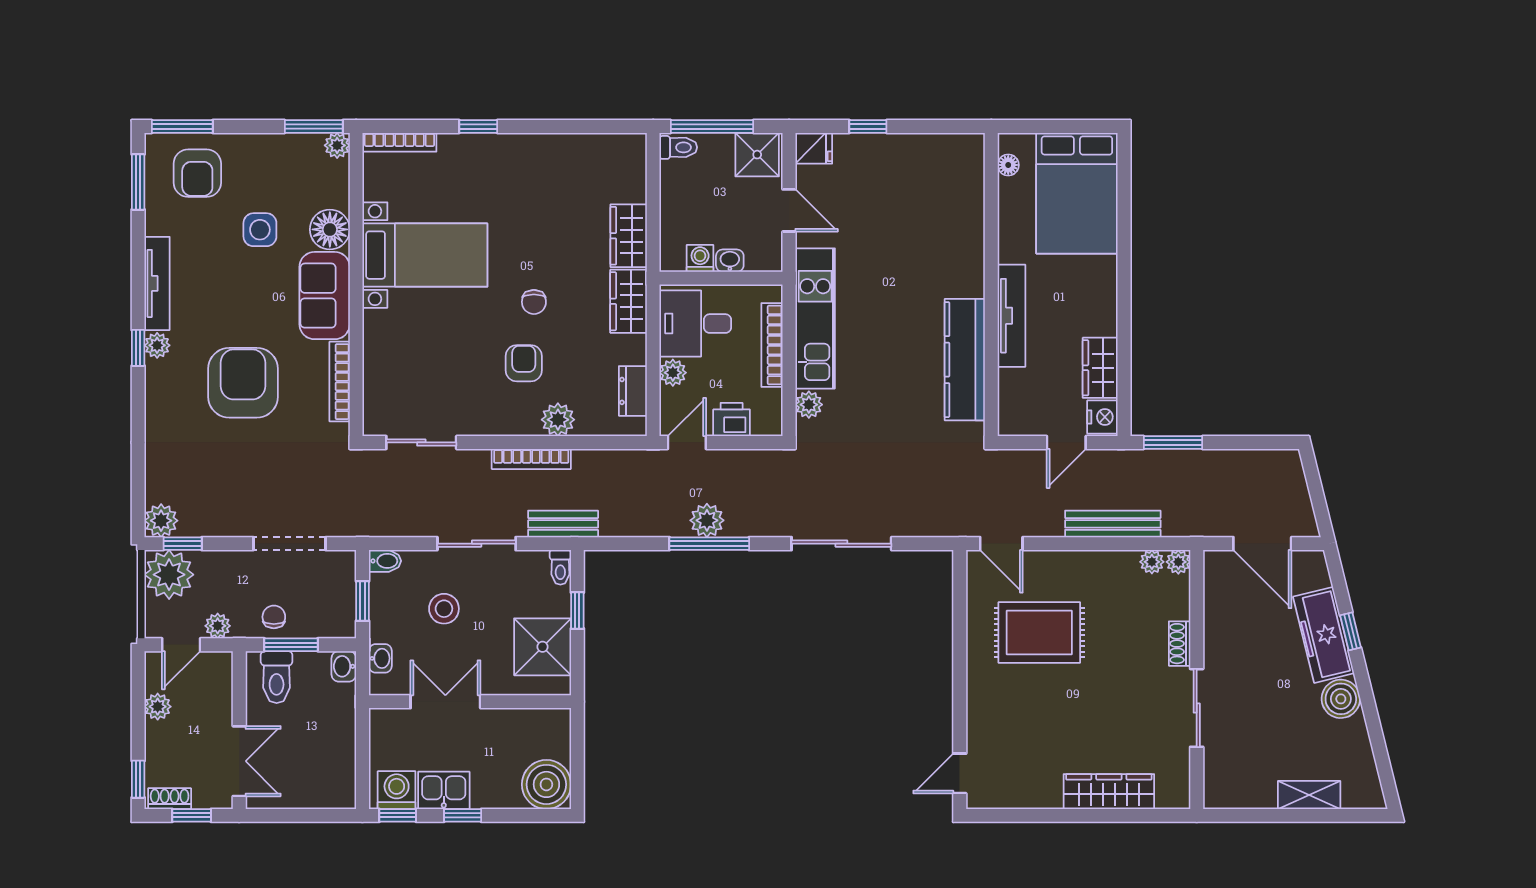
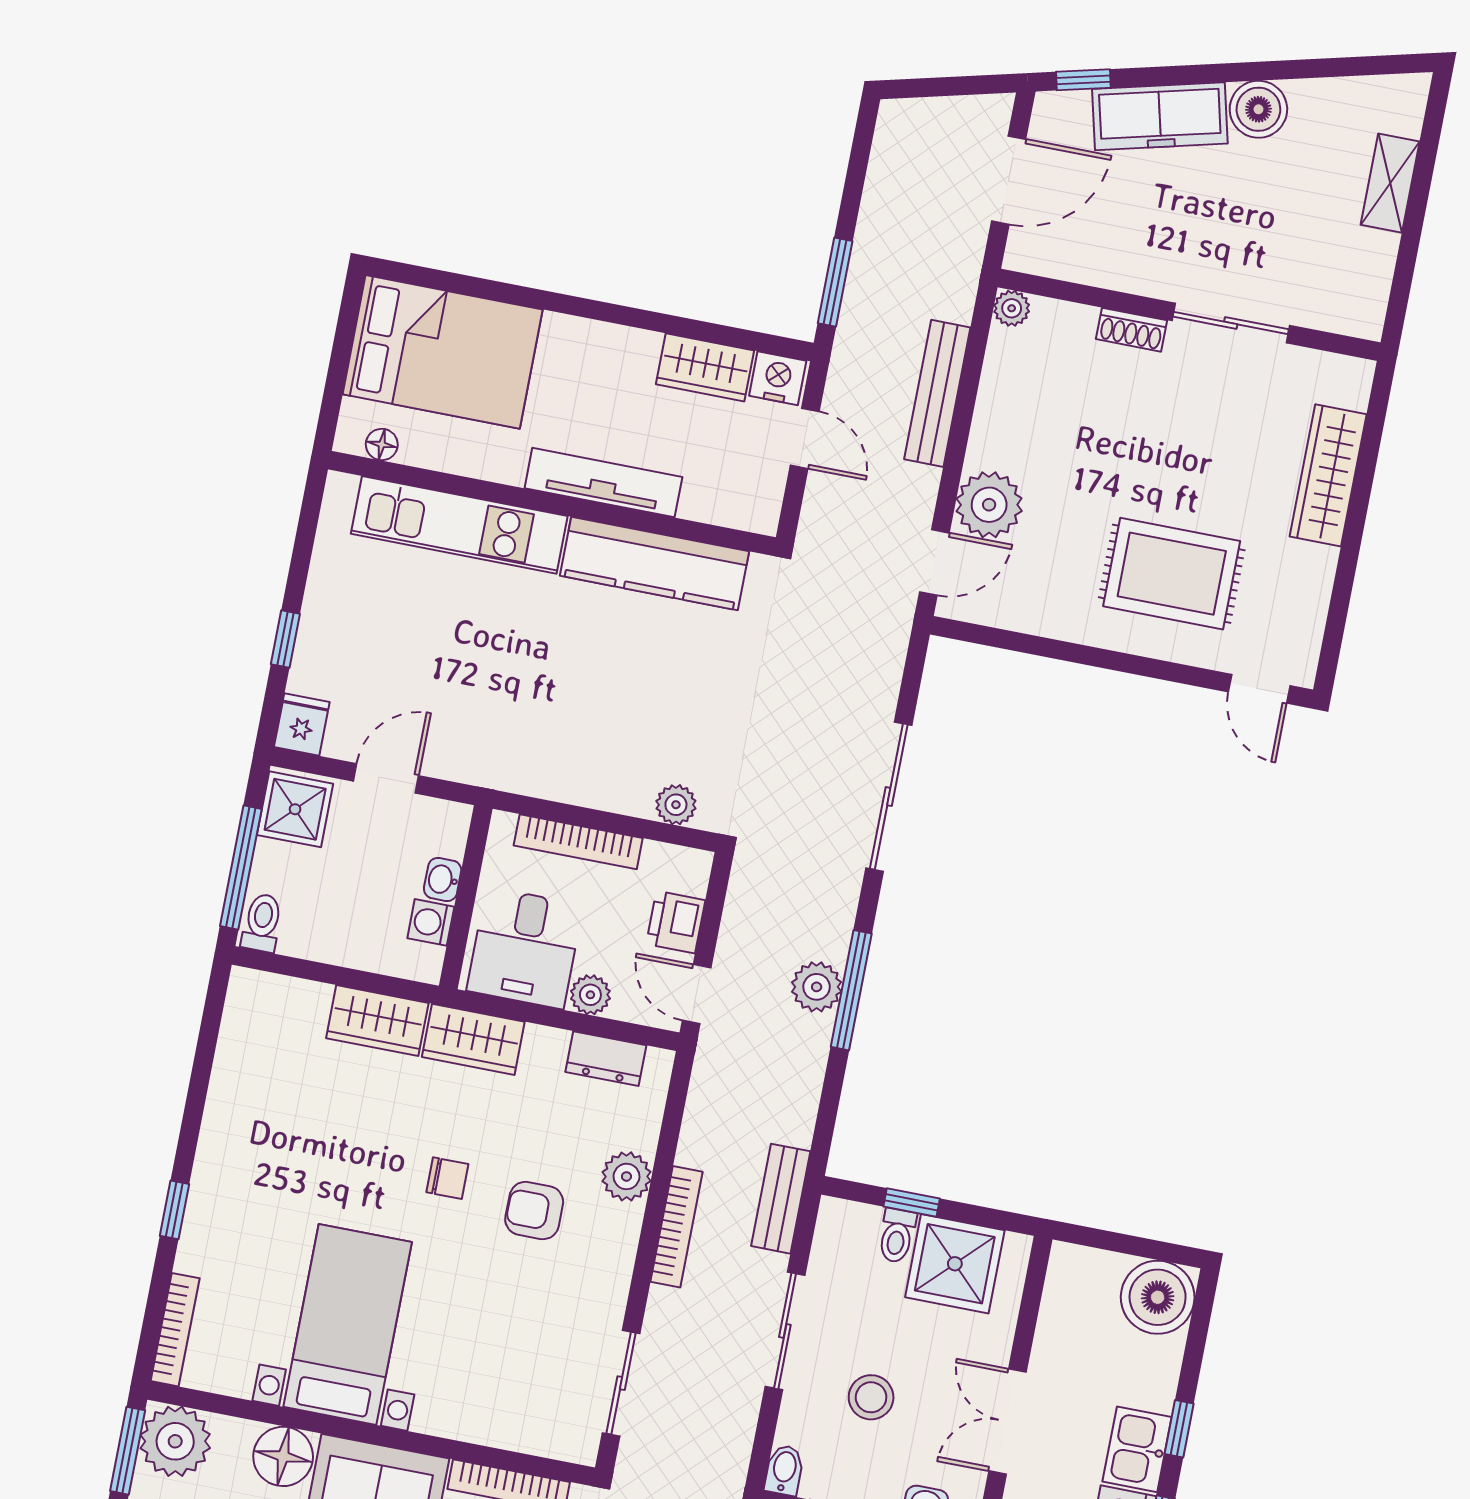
plant: (337, 145) -> (175, 1441), width x1.87, depth x1.87
kitchen unit: (815, 318) -> (459, 525), moved, turned 180
plant: (1152, 562) -> (989, 505), moved, width x1.88, depth x1.88
toilet: (560, 567) -> (897, 1236), moved, turned 90
window: (1351, 631) -> (1083, 80), moved
rug: (1039, 633) -> (1172, 574), moved, turned 90

